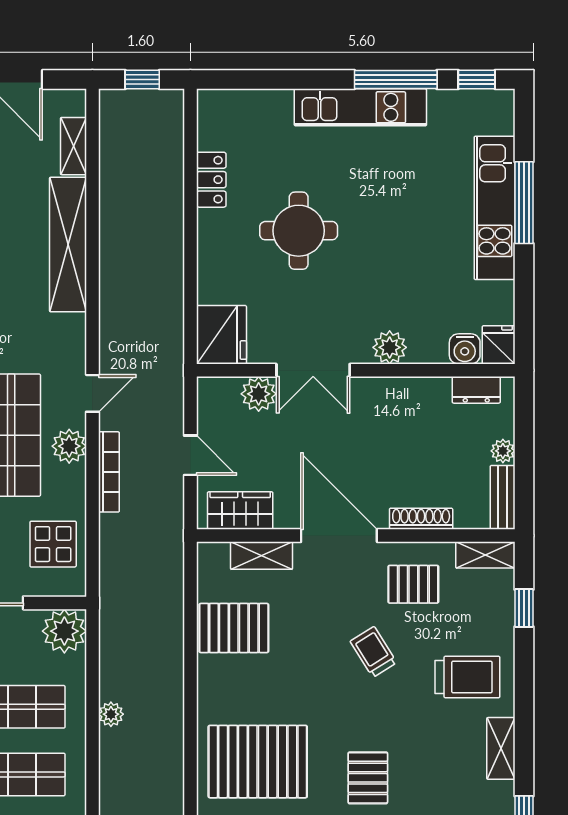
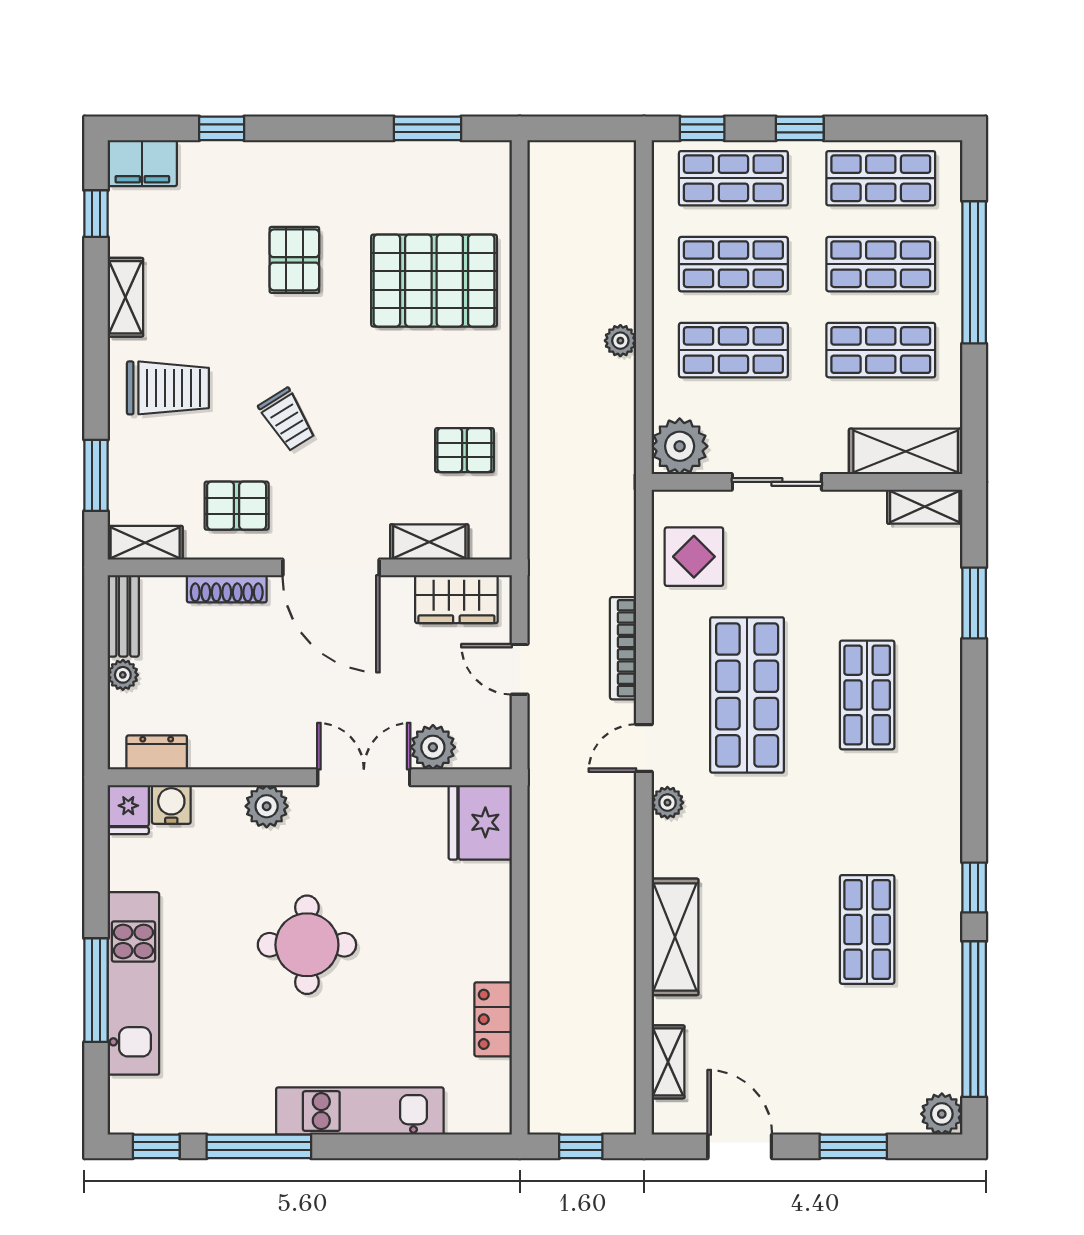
kitchen unit: (360, 107) -> (360, 1111), moved
round table: (299, 231) -> (307, 945), moved
shelving: (68, 245) -> (675, 937), width x0.68
plant: (69, 446) -> (667, 803), moved, width x0.73, depth x0.73
window: (524, 608) -> (96, 475), width x1.50
pallet: (234, 628) -> (464, 450), width x0.67, depth x0.71
trolley: (467, 677) -> (168, 388), turned 180

